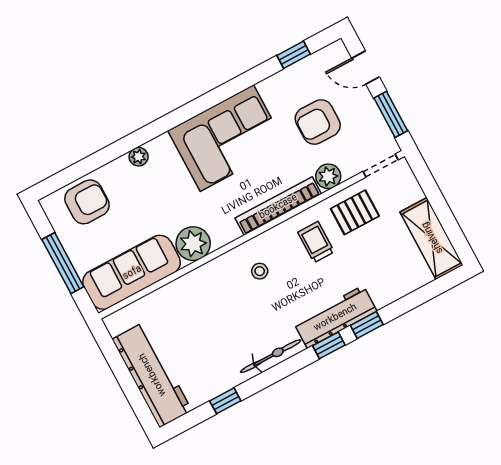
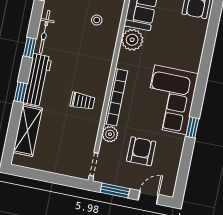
window: (294, 55) -> (192, 127), moved
plant: (139, 157) -> (198, 48), removed
pallet: (355, 212) -> (81, 133), removed
shelving: (432, 238) -> (28, 130), moved, turned 90
stool: (260, 271) -> (97, 20), moved
window: (329, 345) -> (30, 47), moved

